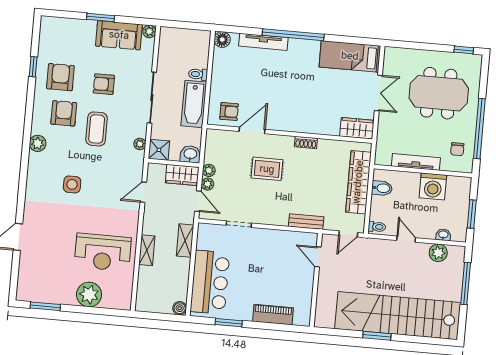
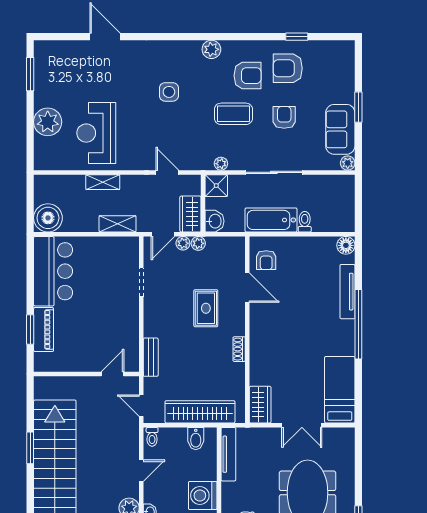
armchair: (60, 77) -> (288, 68), turned 180
tv unit: (416, 162) -> (228, 454), moved
bar counter: (210, 282) -> (53, 271), moved, turned -90
boiler: (180, 308) -> (48, 218), width x1.86, depth x1.86
window: (229, 323) -> (30, 329), moved

